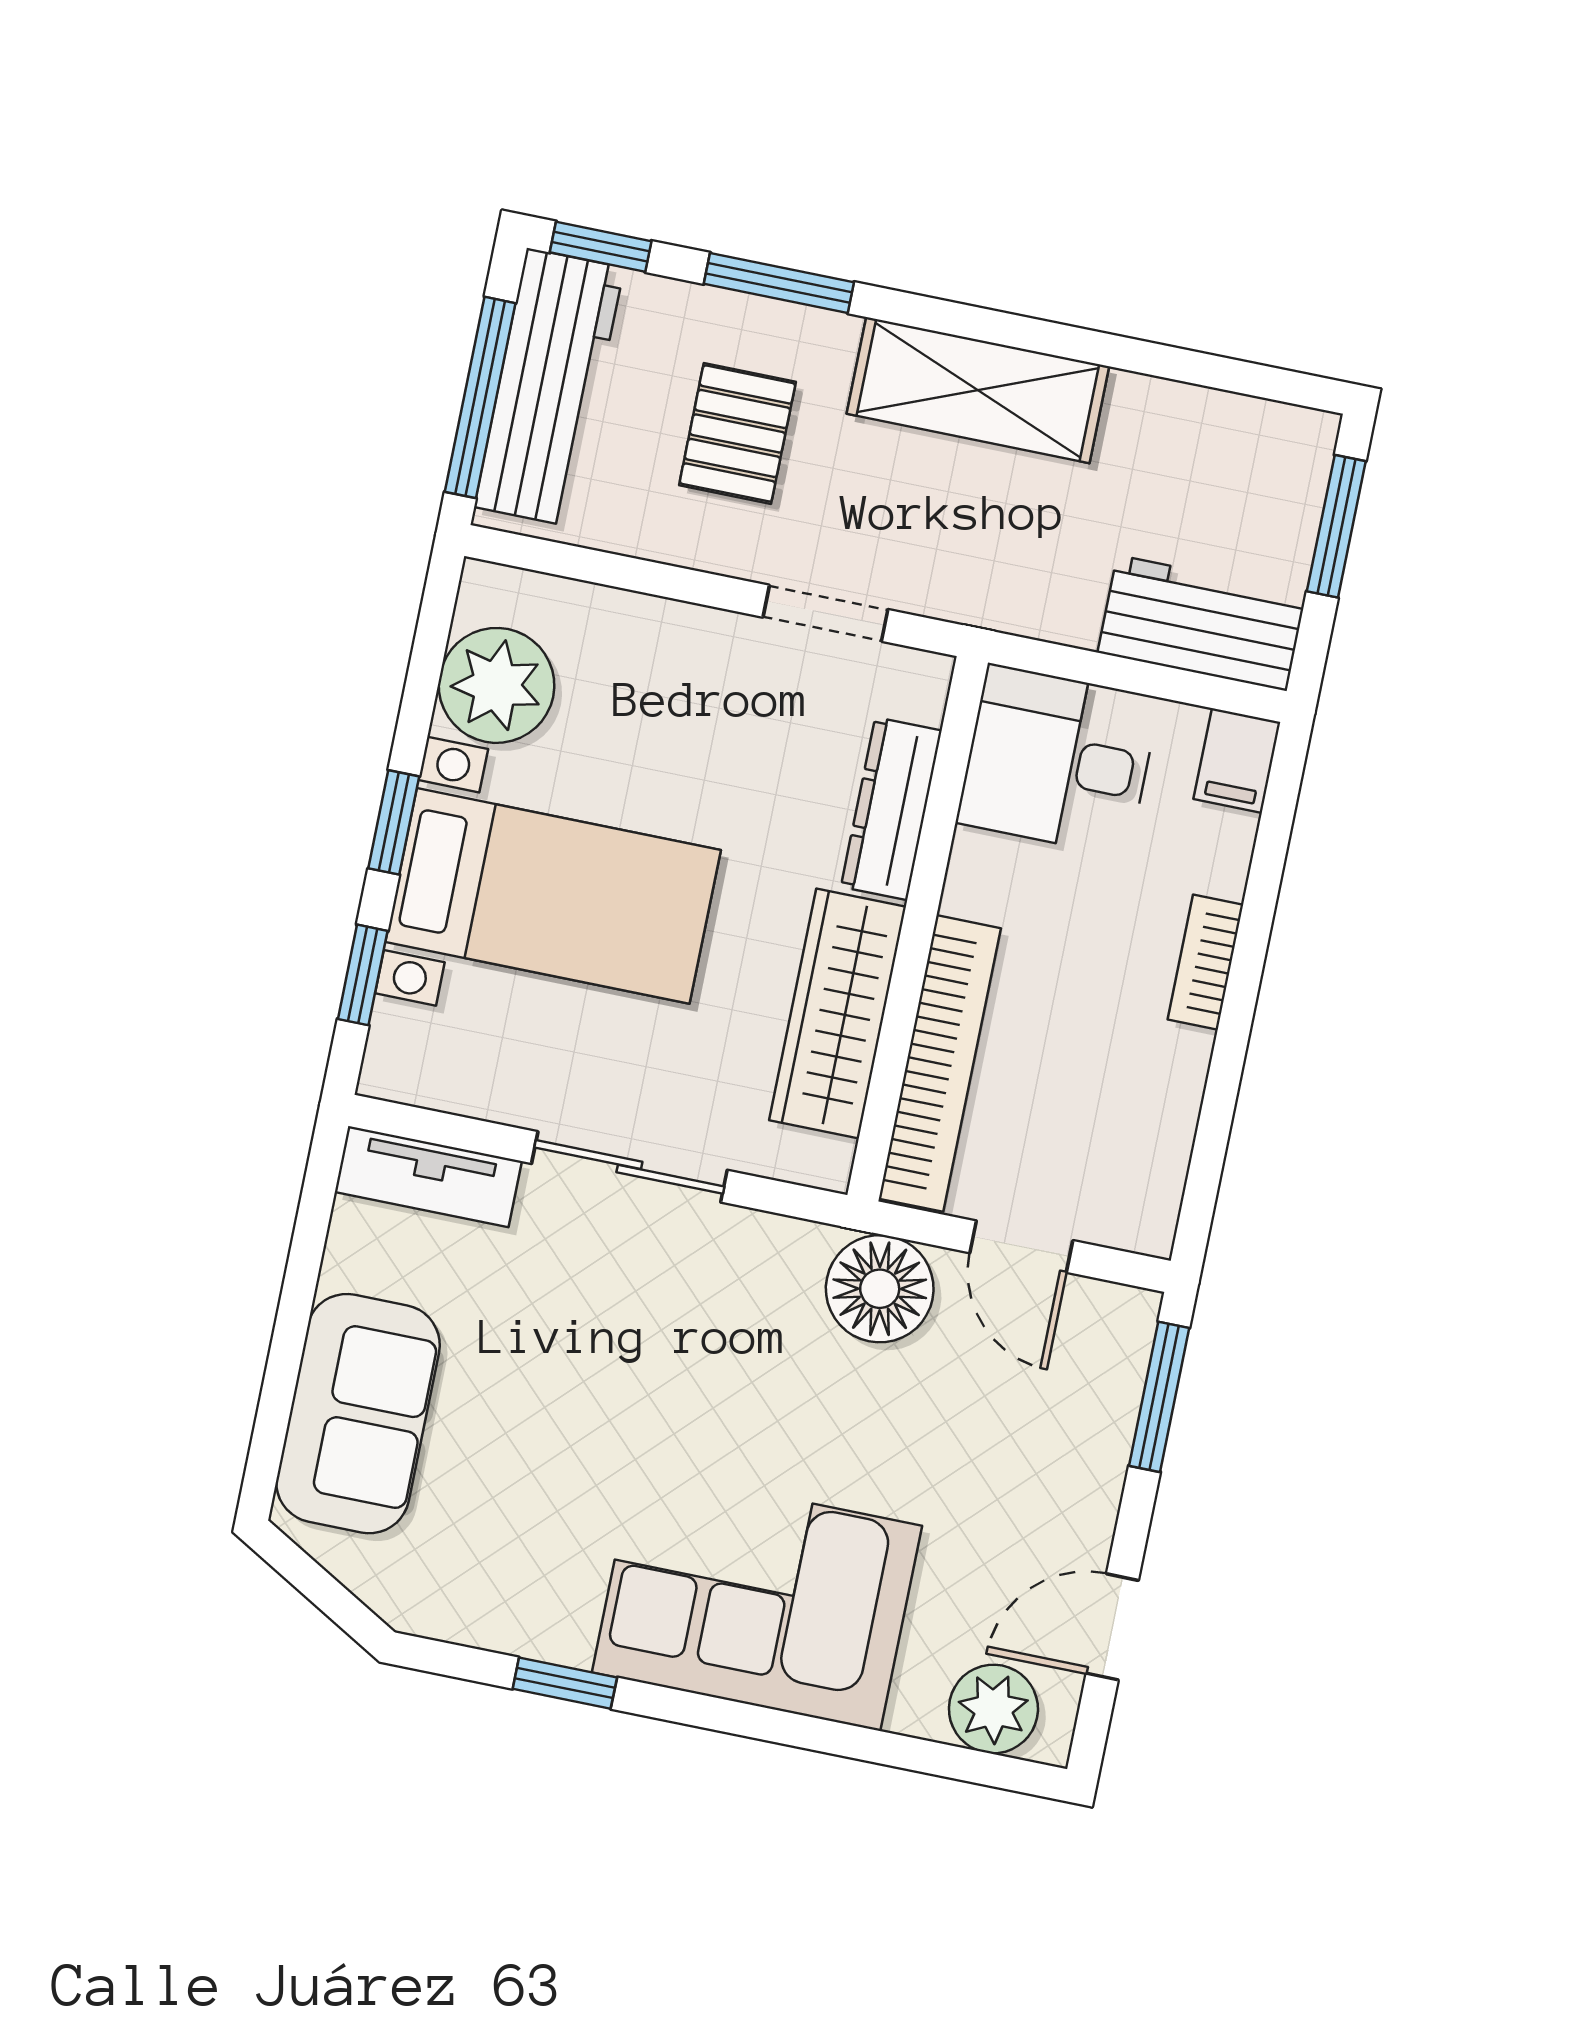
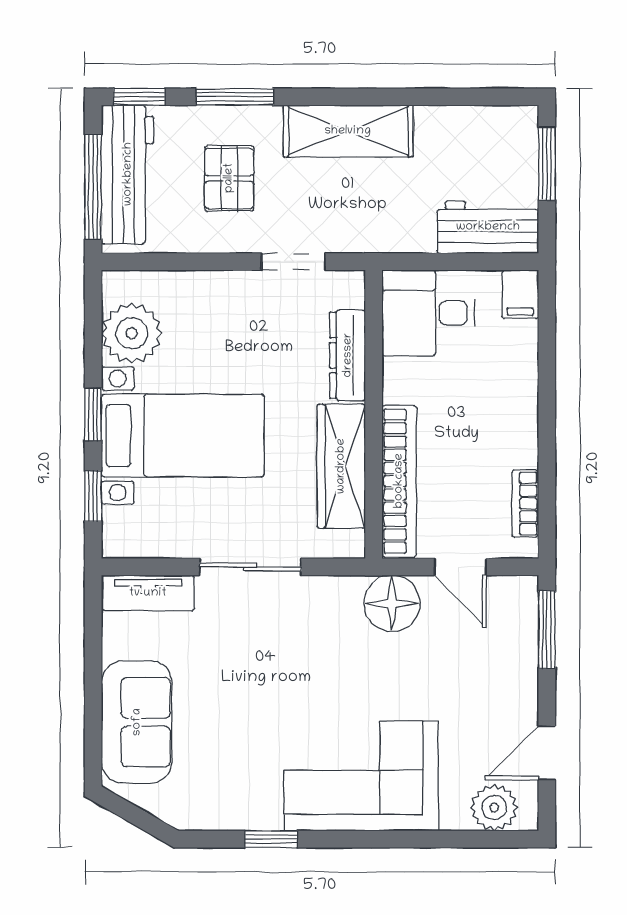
bookcase: (1205, 962) -> (525, 504), moved

